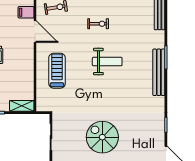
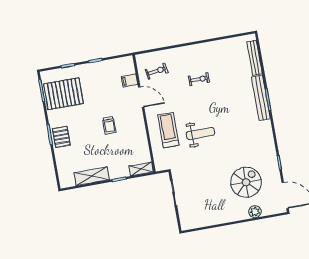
weight bench: (107, 62) -> (200, 133), moved
bench: (159, 72) -> (261, 98), moved
spiral stairs: (102, 137) -> (246, 182), moved, turned 90

